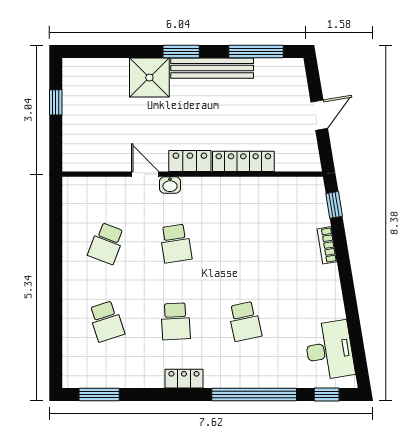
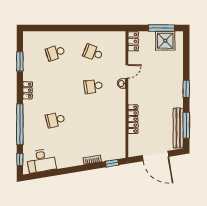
bench: (212, 68) -> (178, 128), moved
shower: (149, 78) -> (165, 41), moved
window: (56, 102) -> (162, 28), width x2.17
door: (319, 115) -> (155, 156), width x1.87
locker: (190, 161) -> (133, 41), moved
school desk: (176, 321) -> (55, 86), removed
window: (99, 394) -> (20, 61), moved

